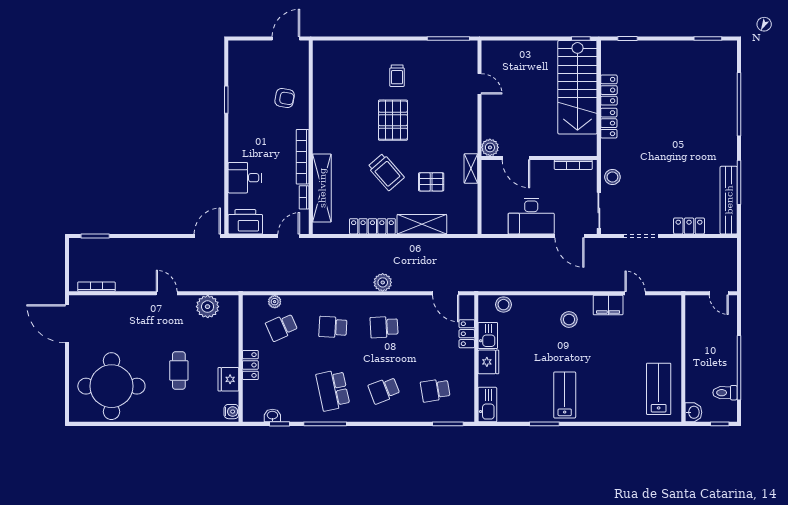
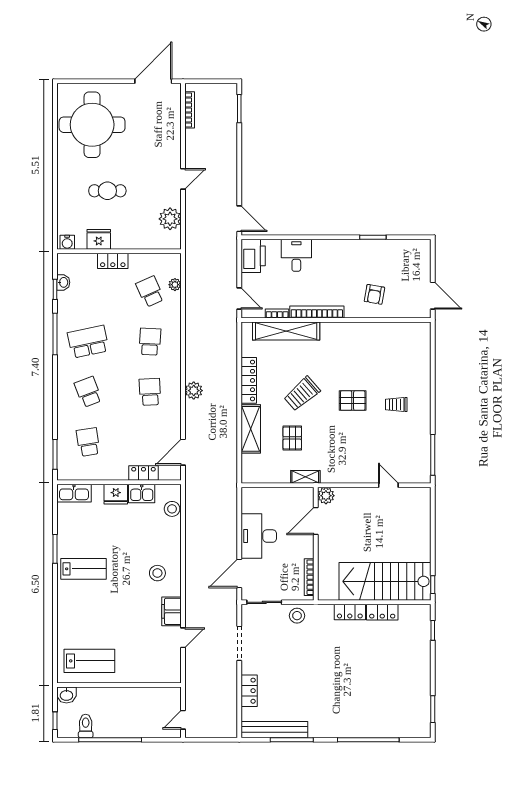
door: (479, 84) -> (388, 485), swing flipped
pallet: (393, 120) -> (353, 401), width x0.67, depth x0.71

